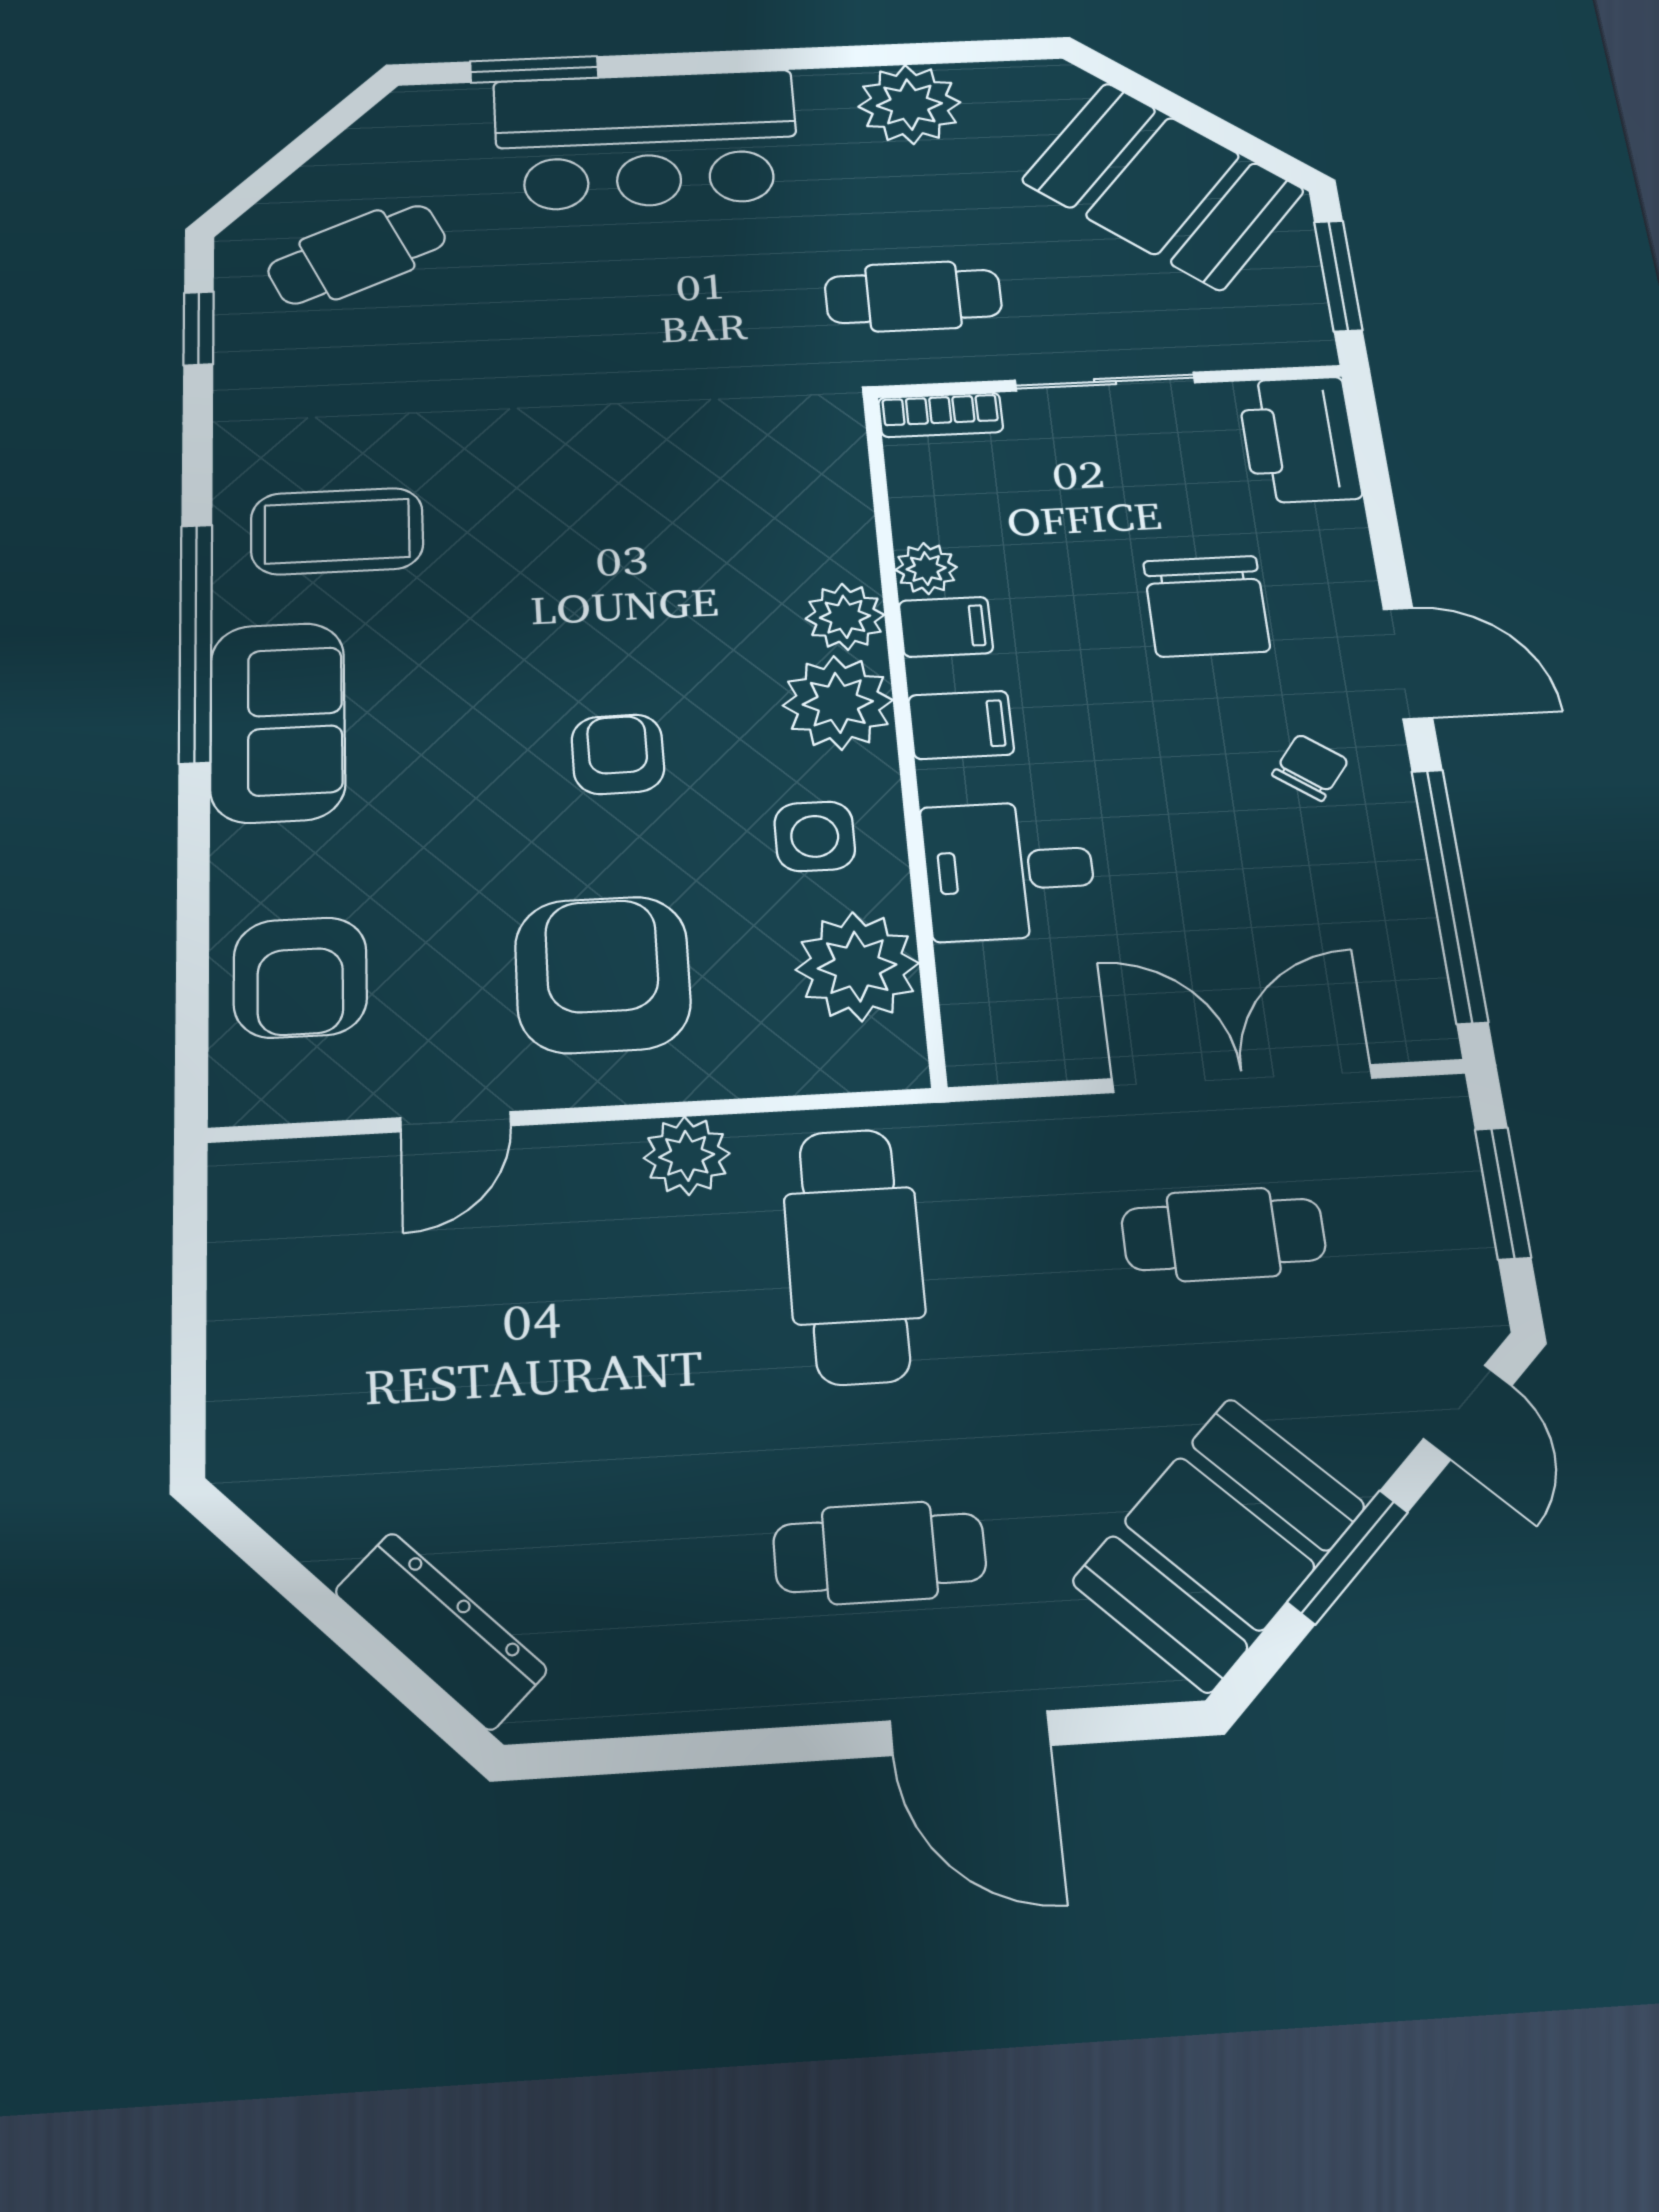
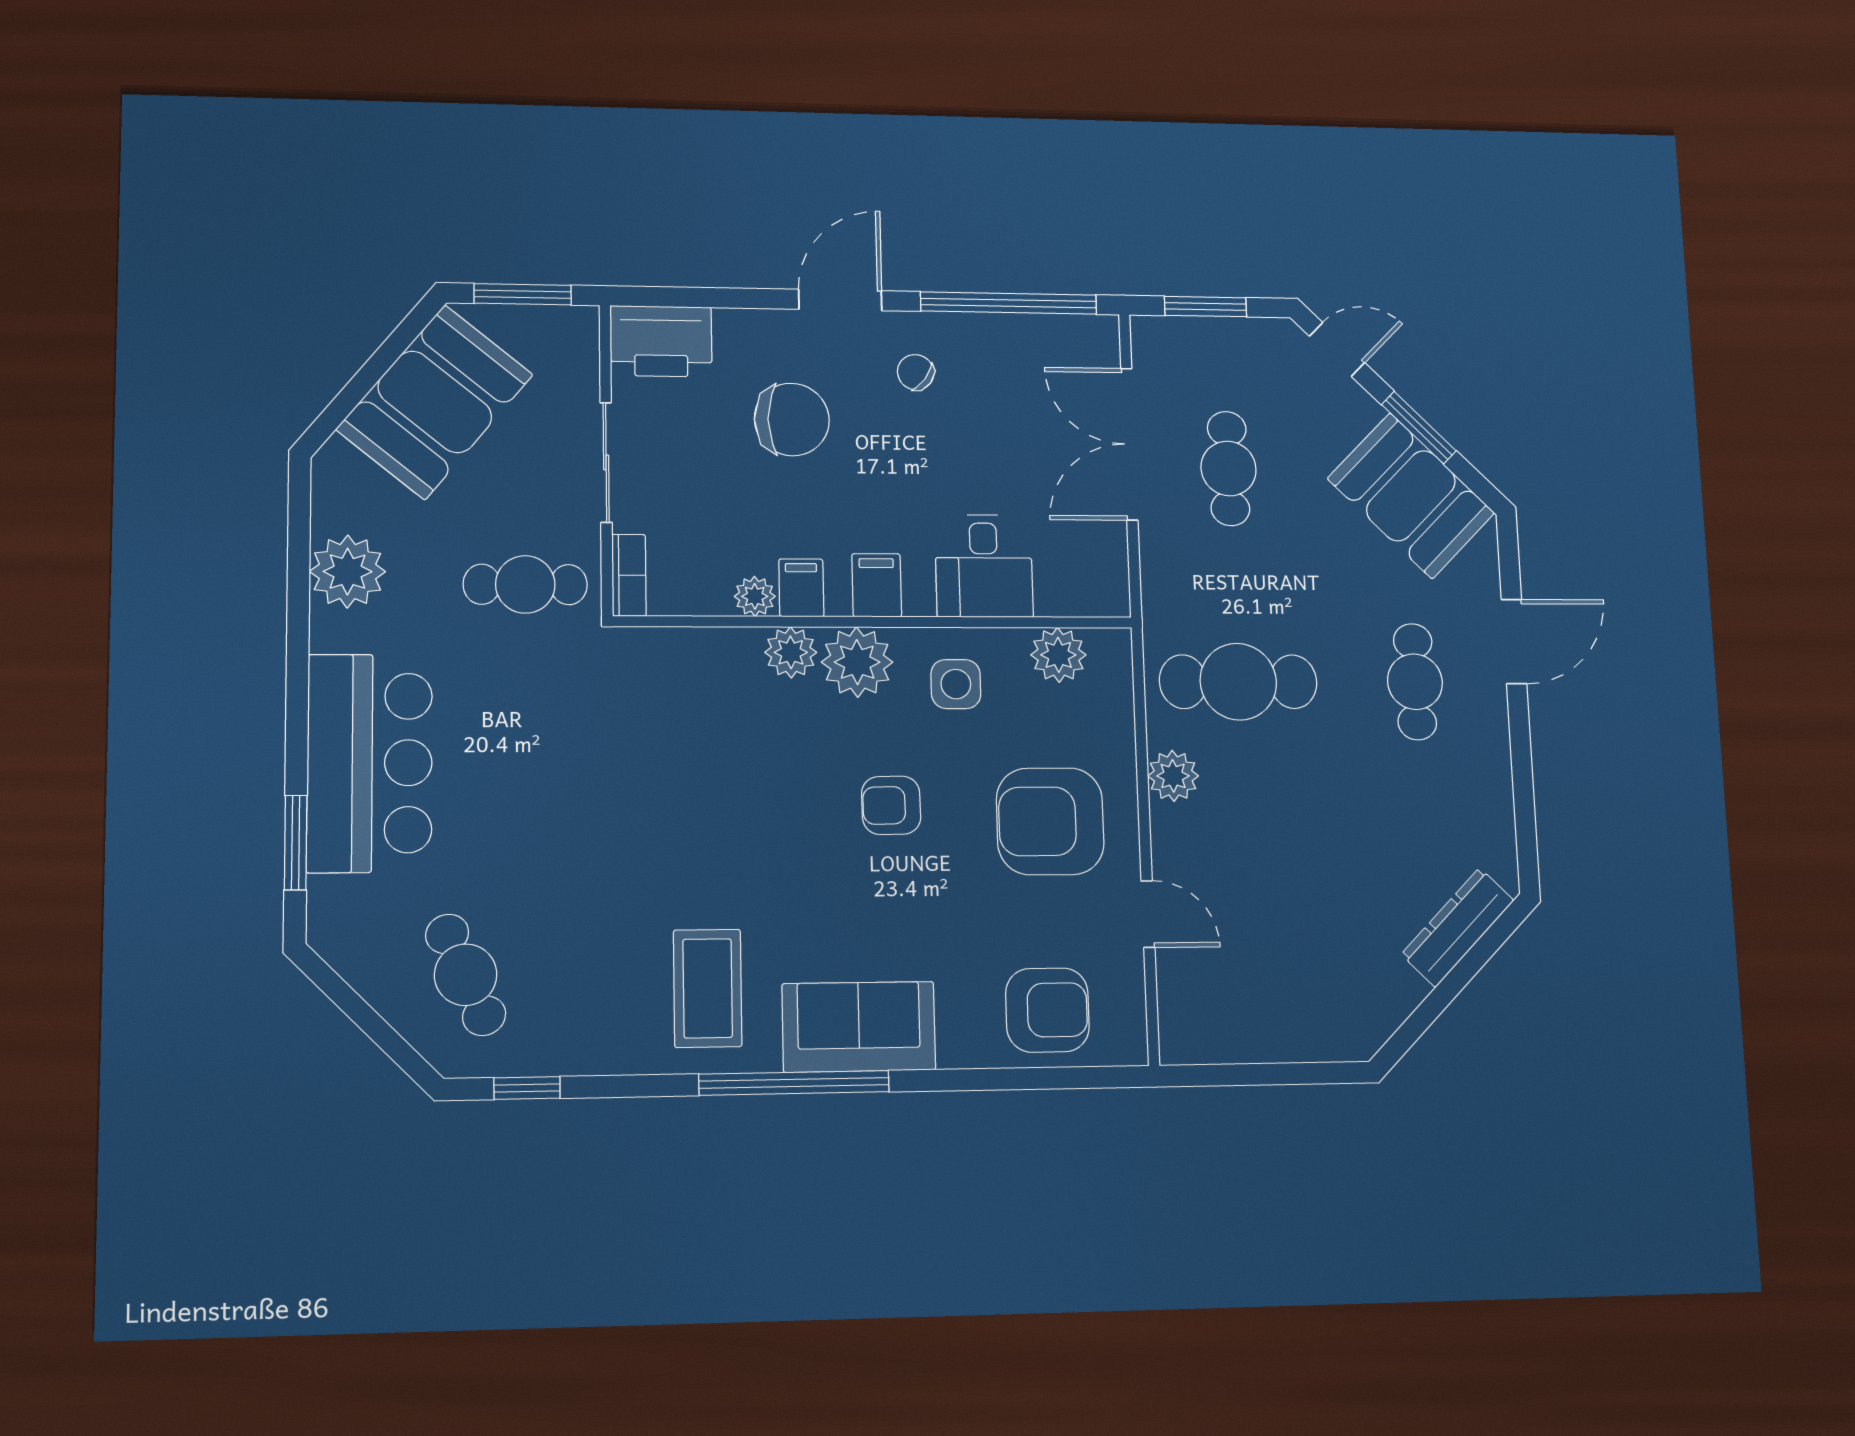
cafe table: (913, 296) -> (525, 584), turned 90
plant: (857, 966) -> (1058, 655), width x0.73, depth x0.73

